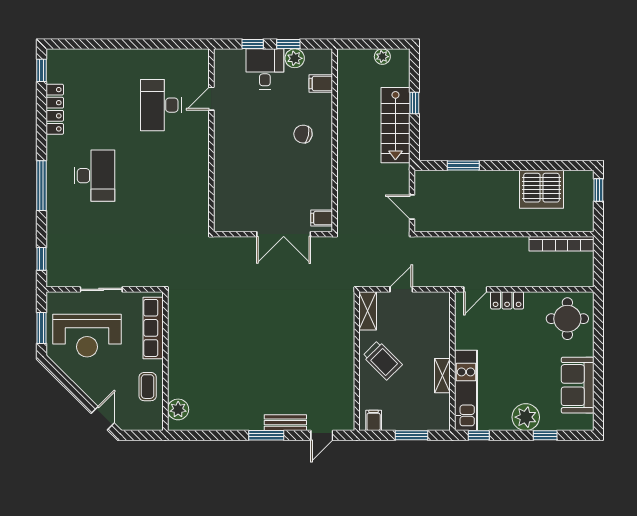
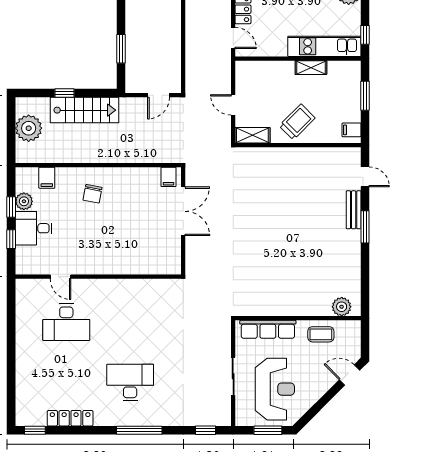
plant: (382, 57) -> (29, 128), width x1.88, depth x1.88

